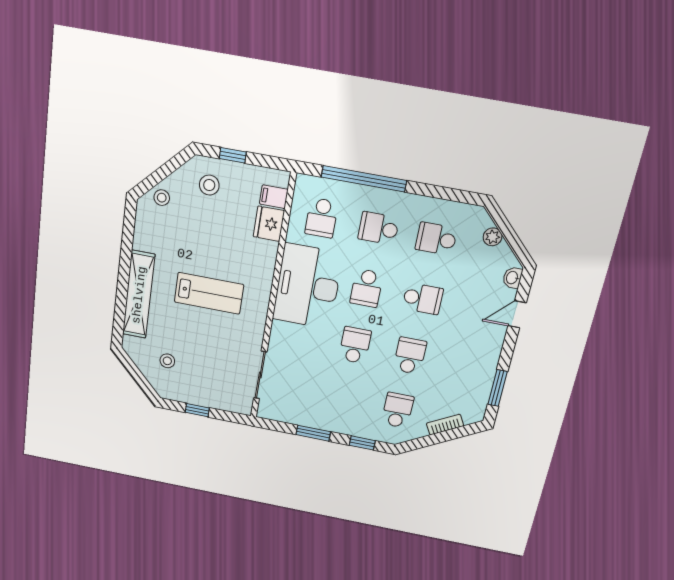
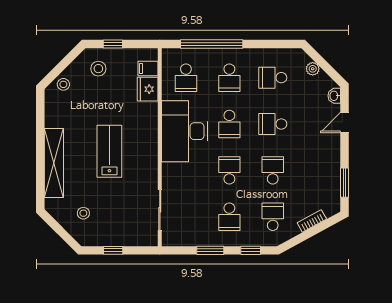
school desk: (379, 228) -> (229, 78), turned -90
lab bench: (209, 293) -> (109, 151), turned -90
school desk: (423, 299) -> (273, 124), turned 180
school desk: (344, 400) -> (229, 217), added

